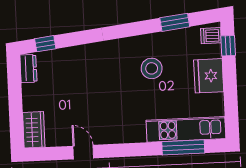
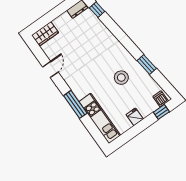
window: (175, 22) -> (147, 65), moved
fridge: (209, 76) -> (135, 117), width x0.53, depth x0.75
window: (183, 147) -> (75, 104), moved

